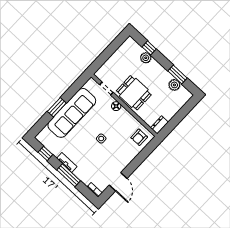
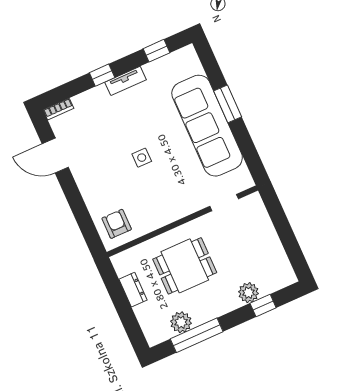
window: (178, 75) -> (197, 335), width x1.44
dining table: (134, 93) -> (185, 266), moved
floor lamp: (116, 106) -> (187, 207), removed
dresser: (159, 125) -> (133, 290), moved
window: (69, 175) -> (102, 75), width x0.46

